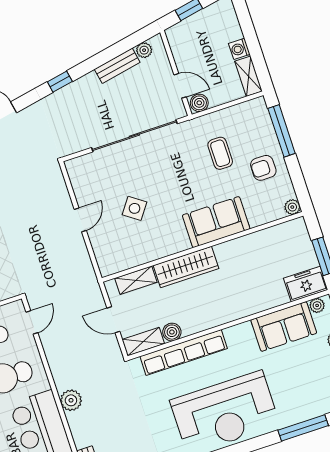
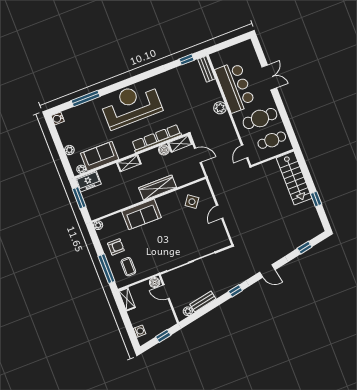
washing machine: (239, 49) -> (139, 331), moved
coffee table: (220, 153) -> (128, 267), moved
side table: (135, 208) -> (192, 202), moved
shelving: (136, 280) -> (129, 163), moved

